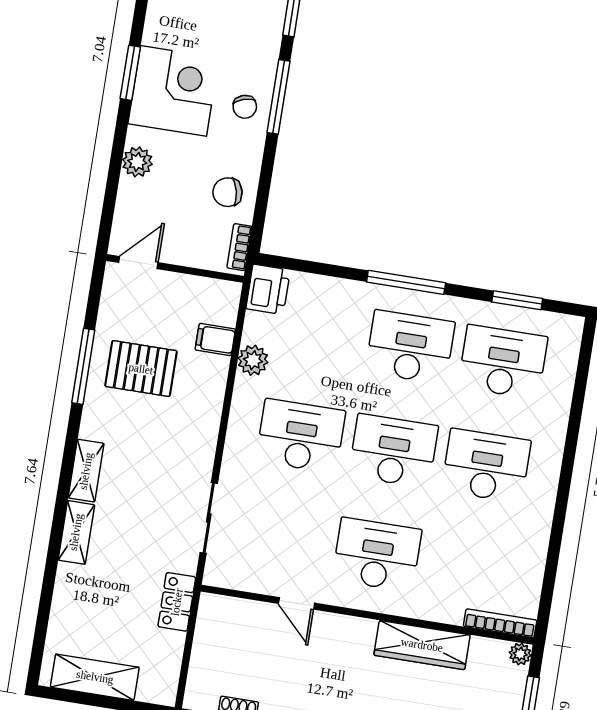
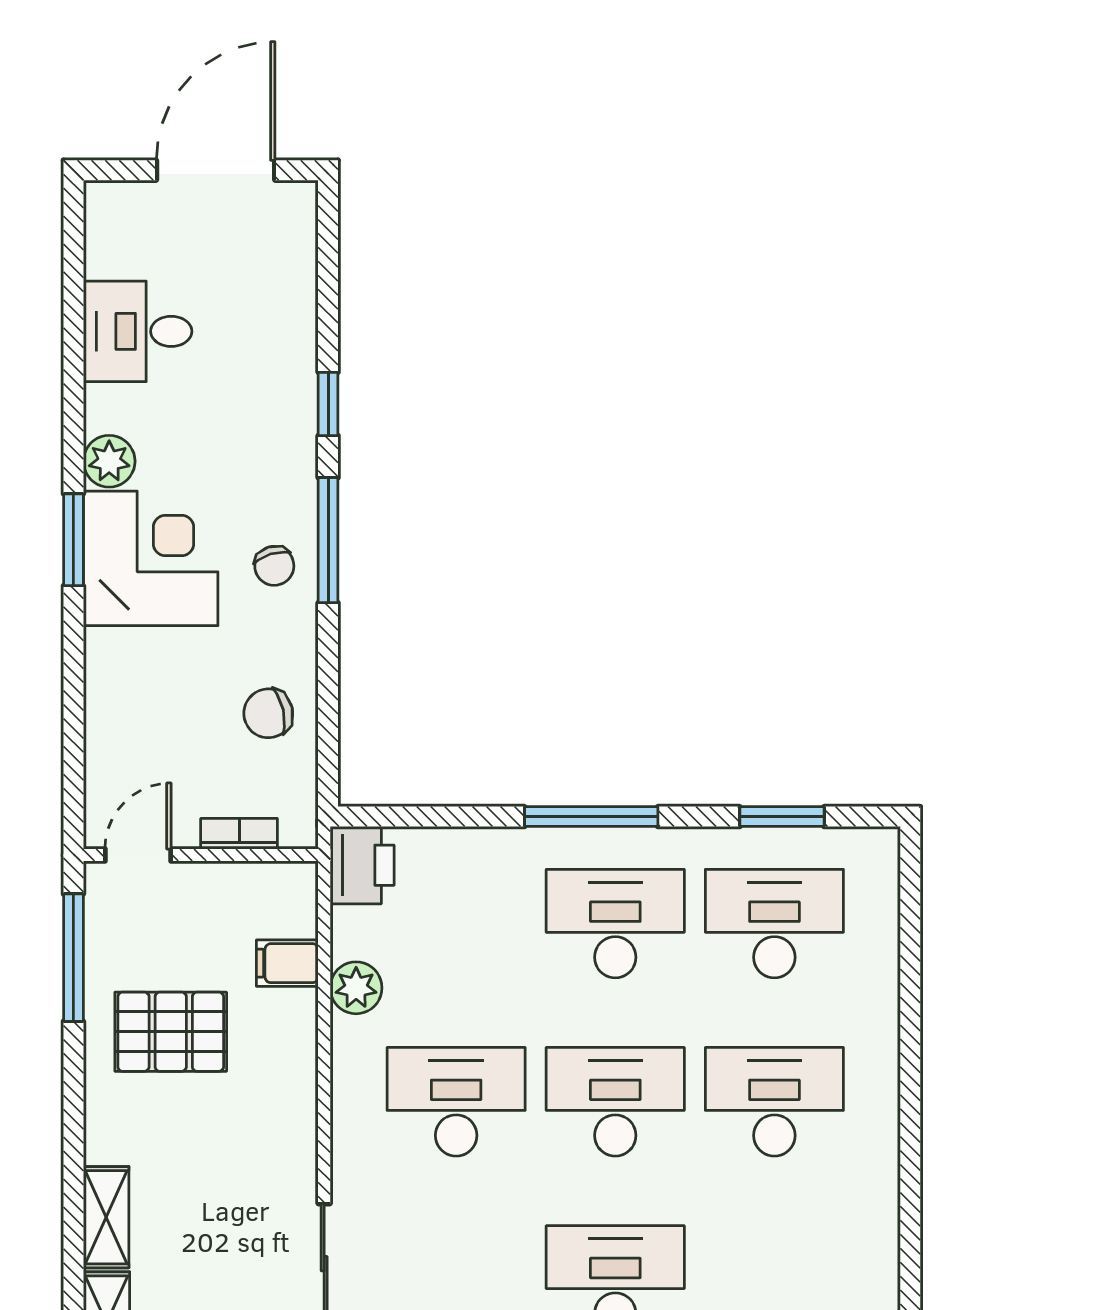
plant: (137, 162) -> (109, 461), moved
bookcase: (239, 247) -> (239, 834), moved, turned 90
window: (83, 366) -> (73, 958), moved

